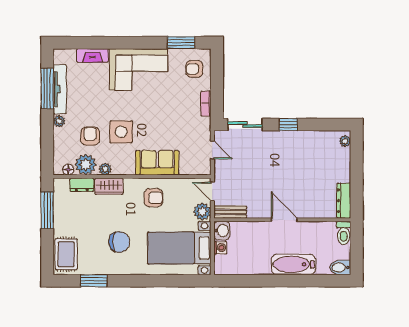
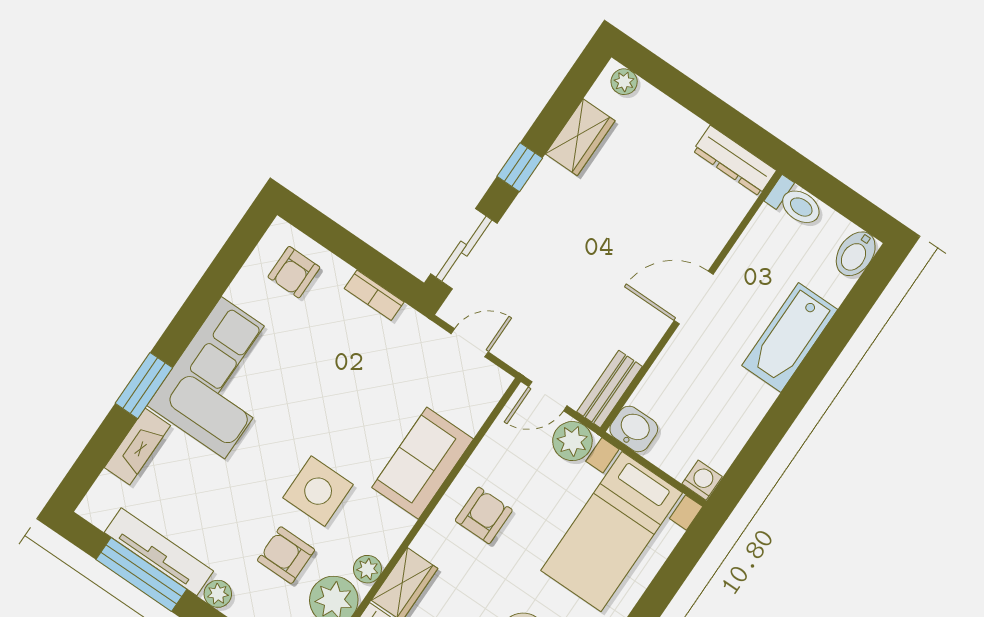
window: (181, 43) -> (144, 386), moved
wardrobe: (314, 139) -> (580, 137), added
washing machine: (220, 248) -> (702, 480), moved

